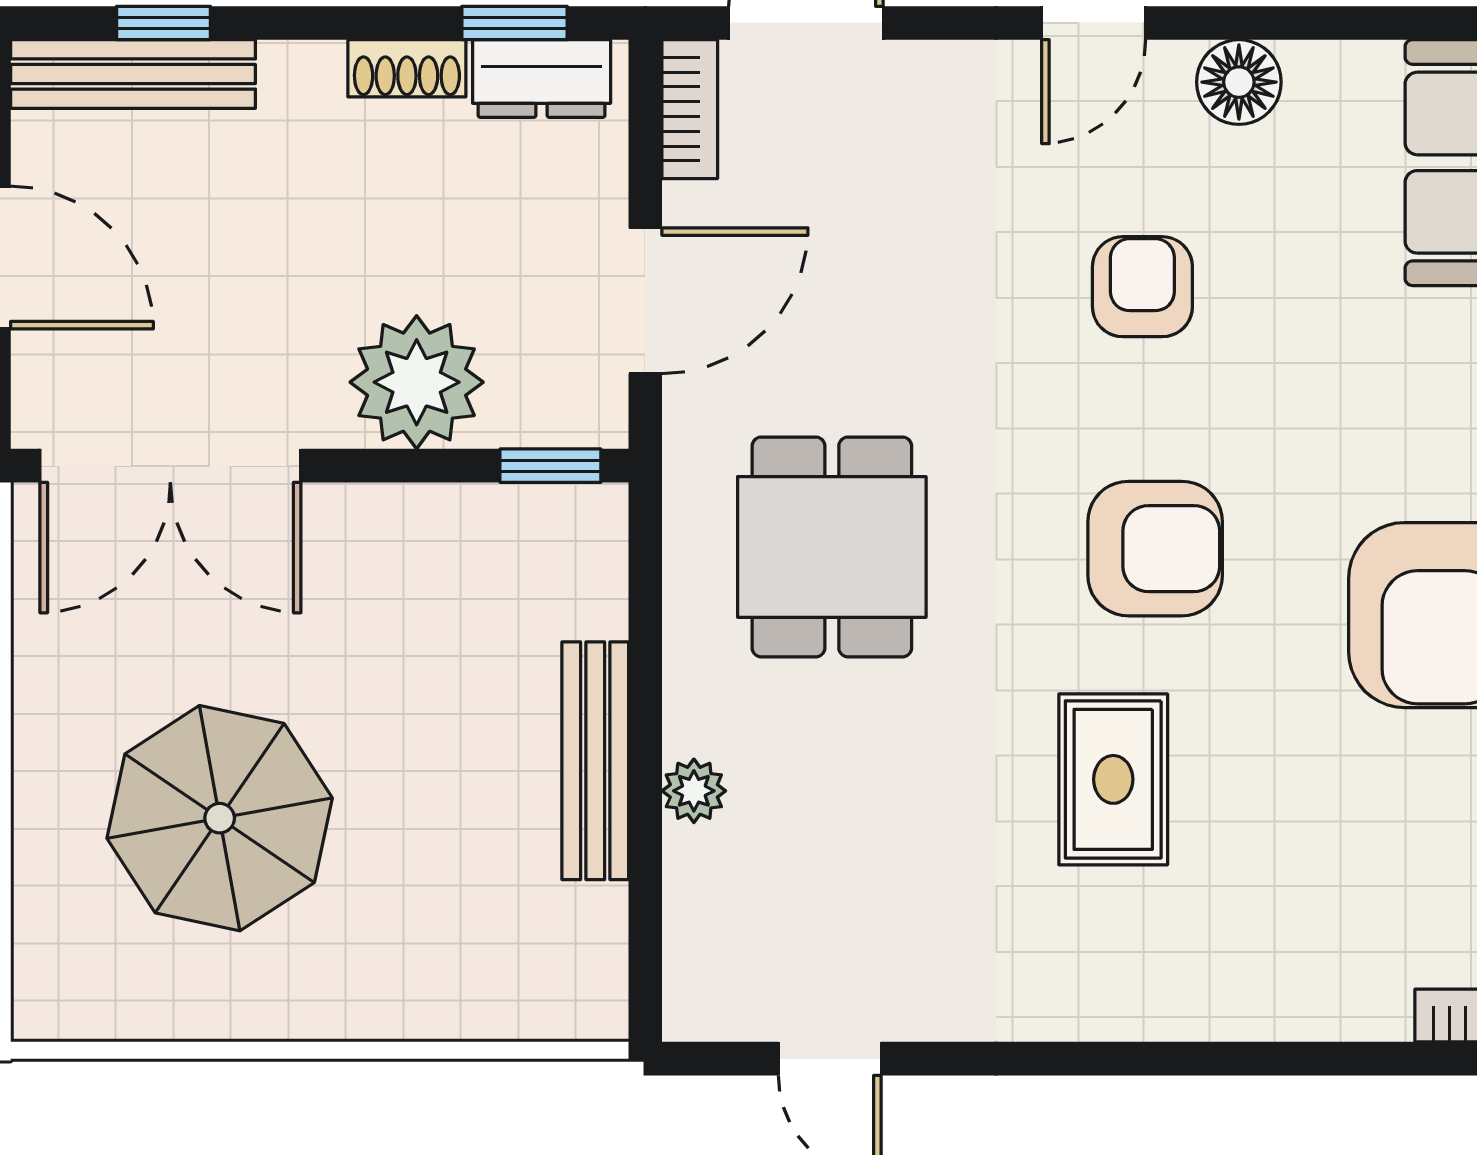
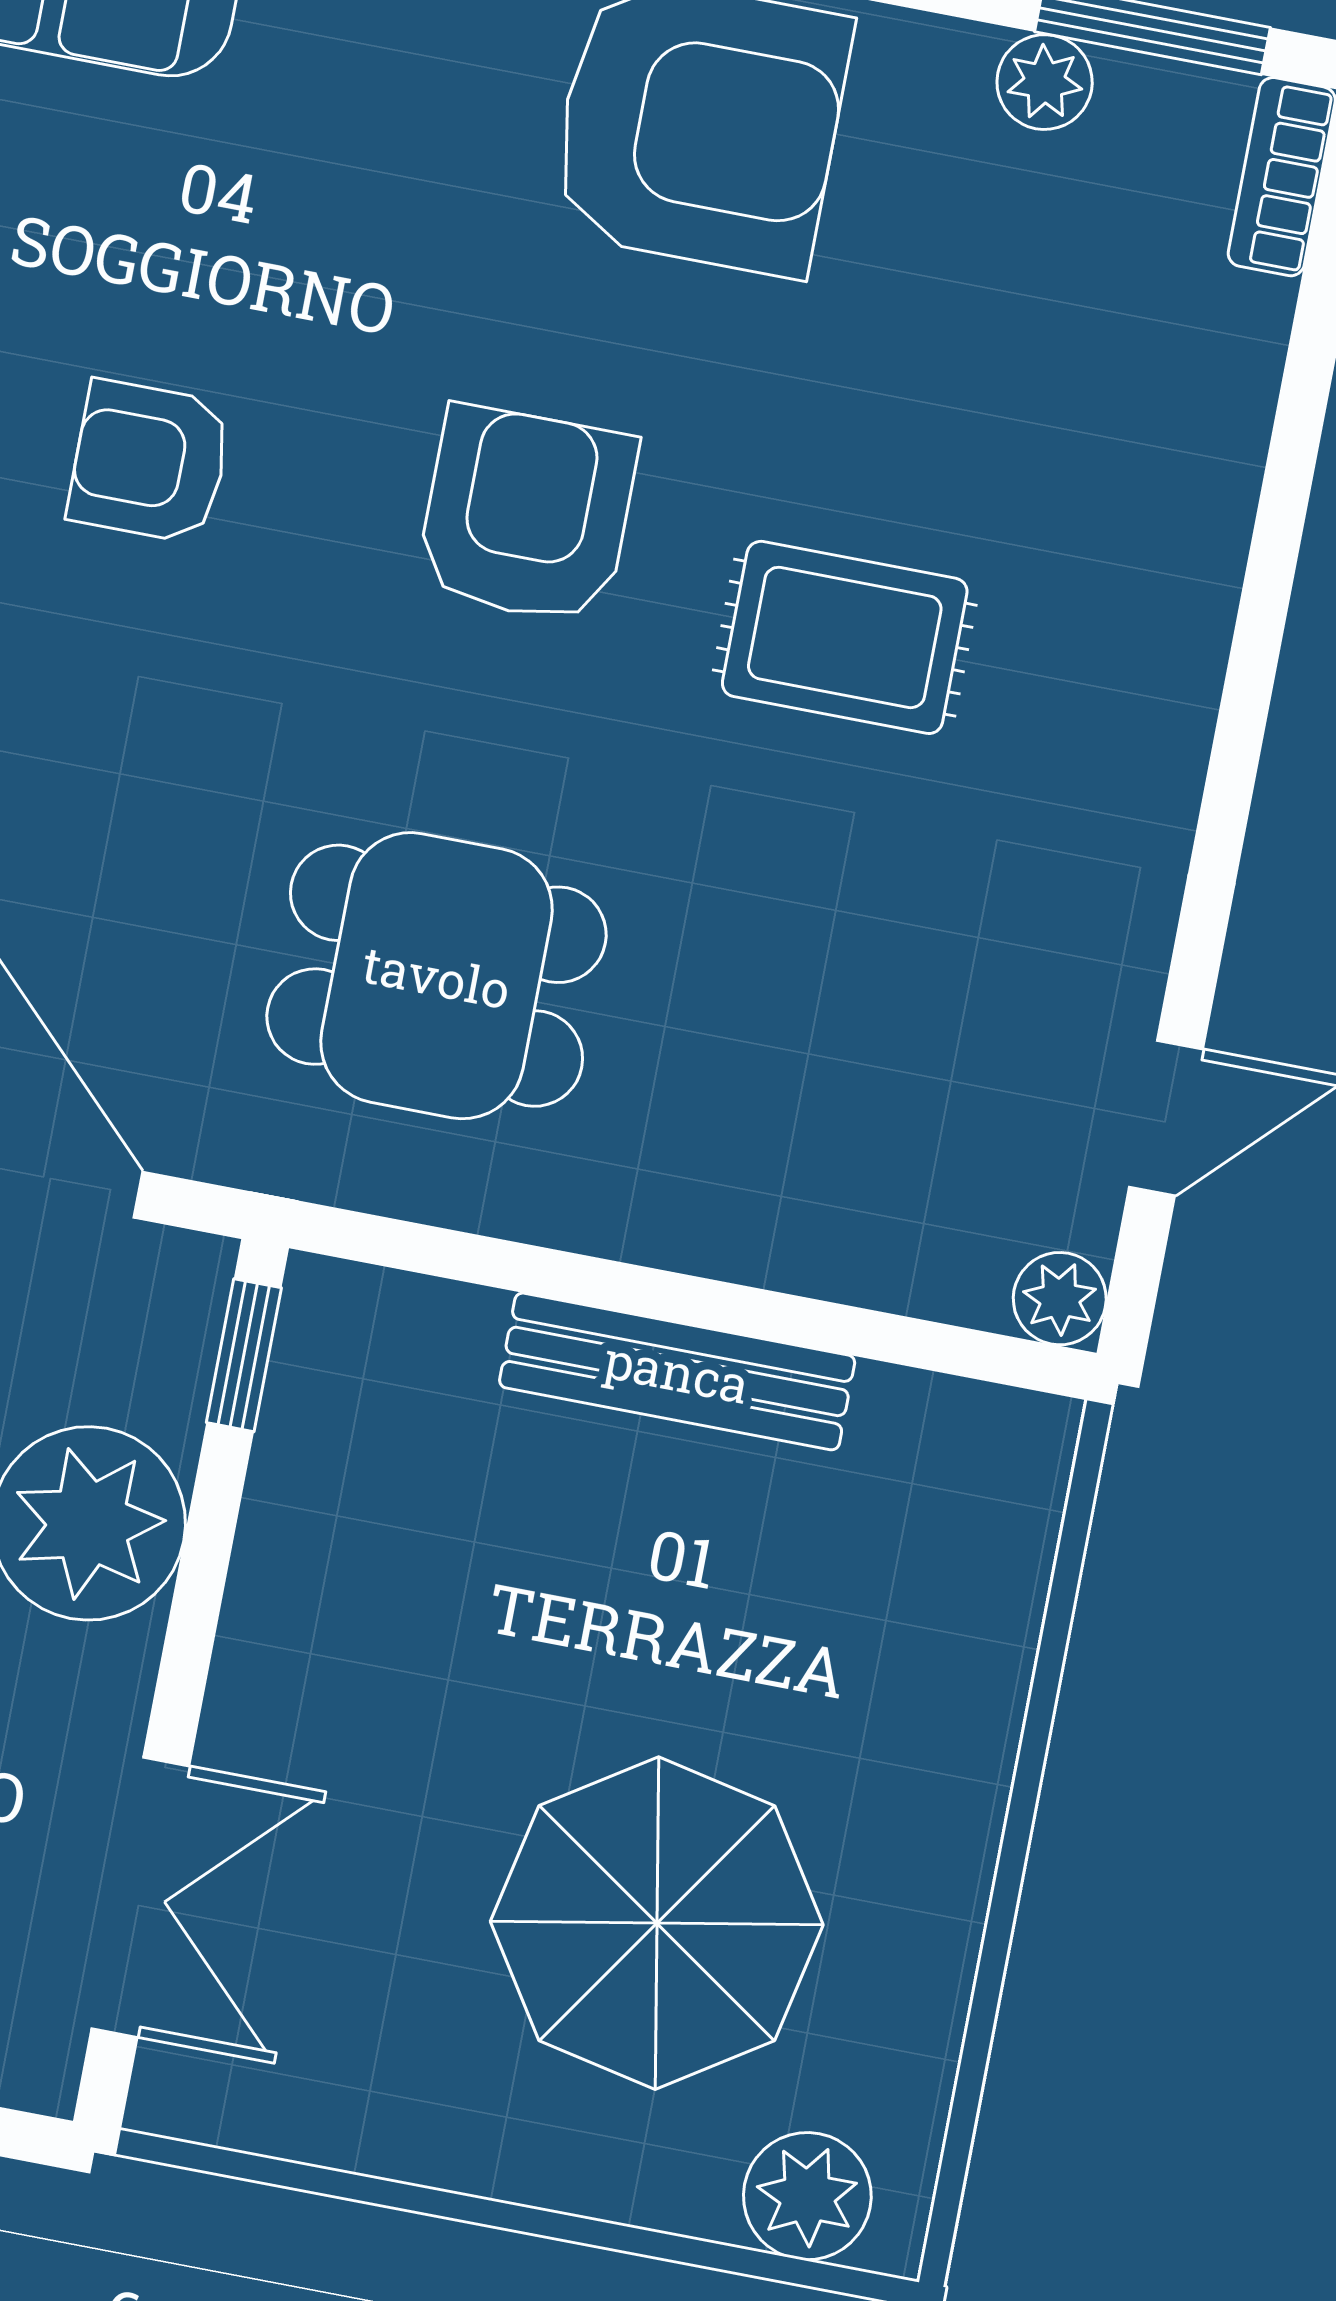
double door: (170, 466) -> (140, 1897), width x0.73
plant: (694, 791) -> (1060, 1299), moved
plant: (54, 955) -> (807, 2196), added

